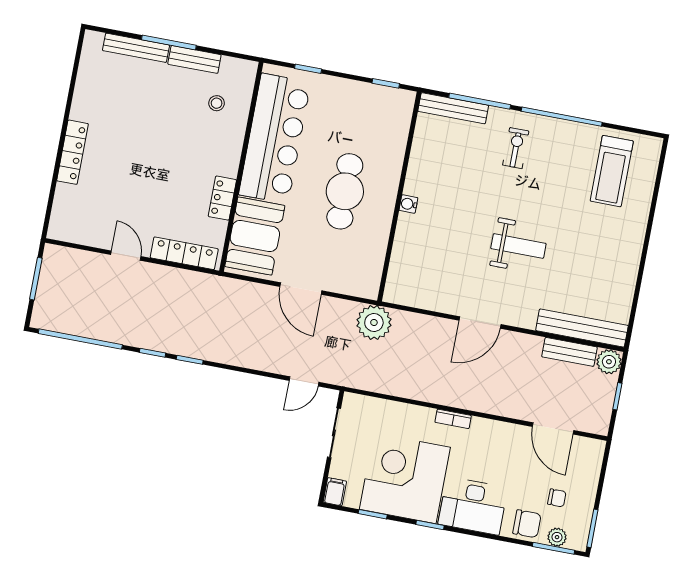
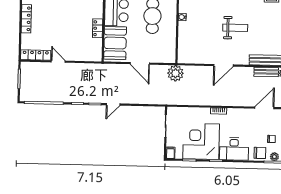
locker: (184, 253) -> (36, 55), moved
door: (304, 381) -> (113, 104), moved
door: (553, 428) -> (264, 108), swing flipped

